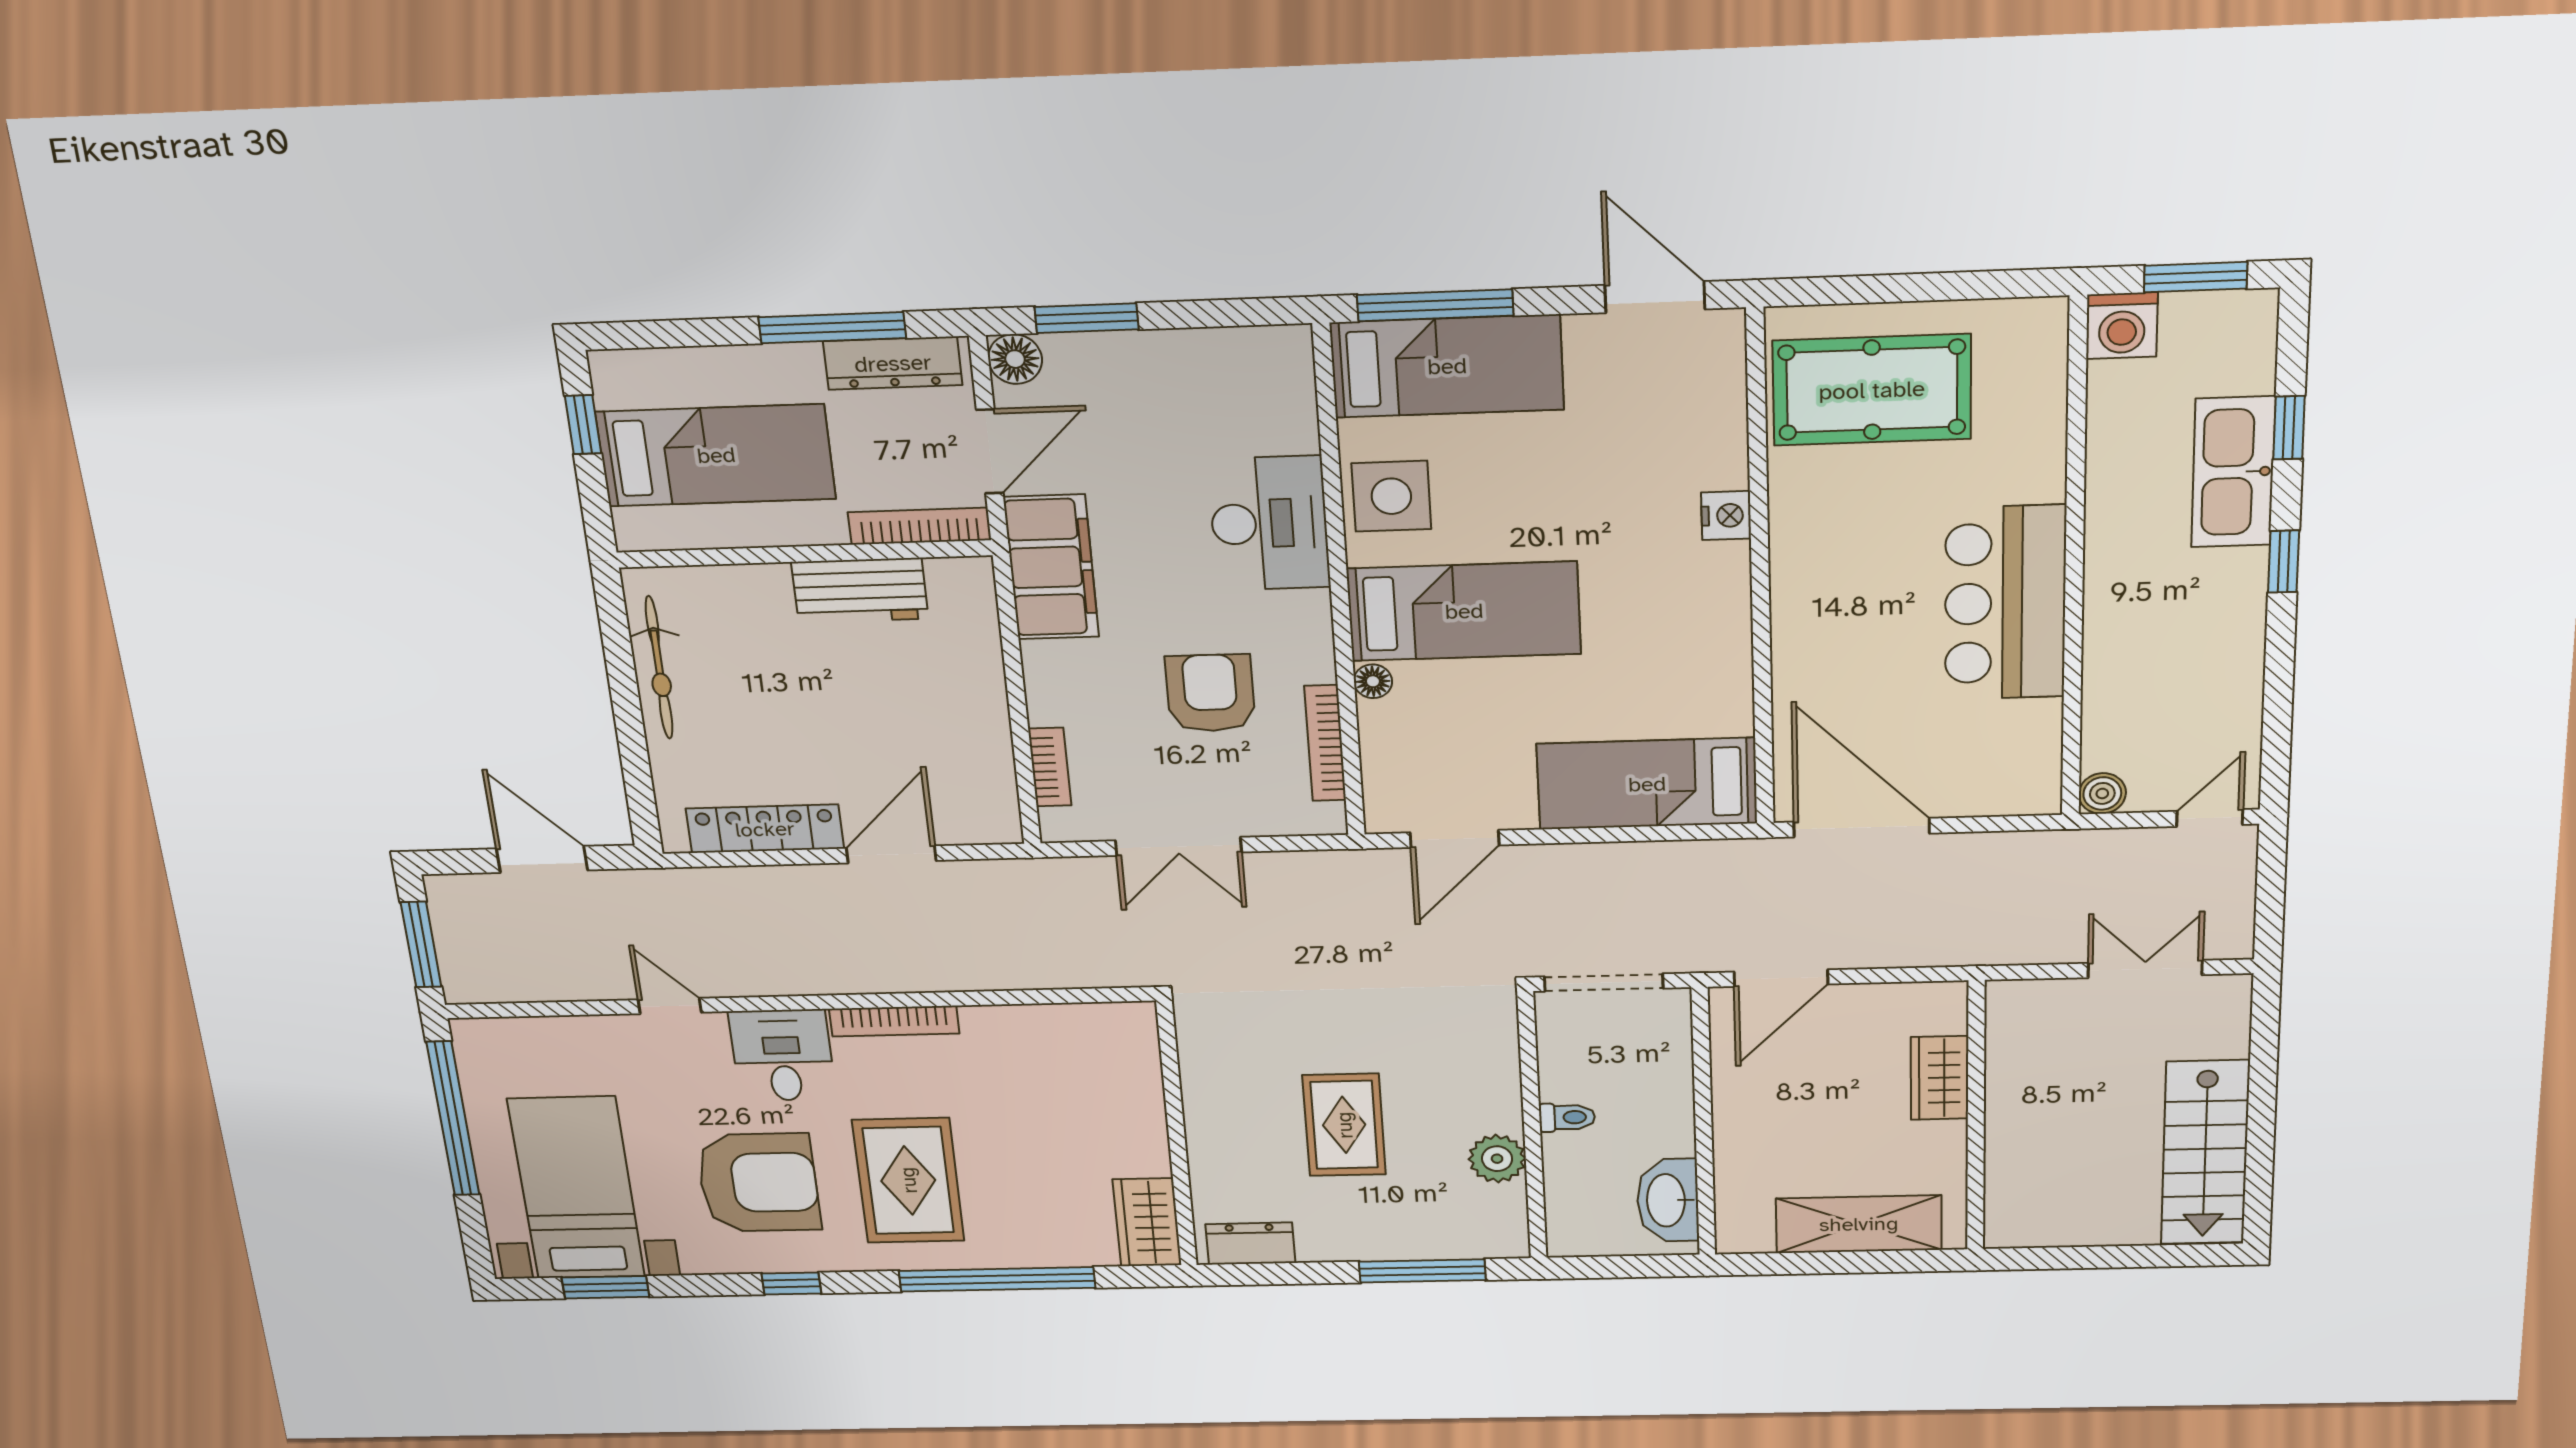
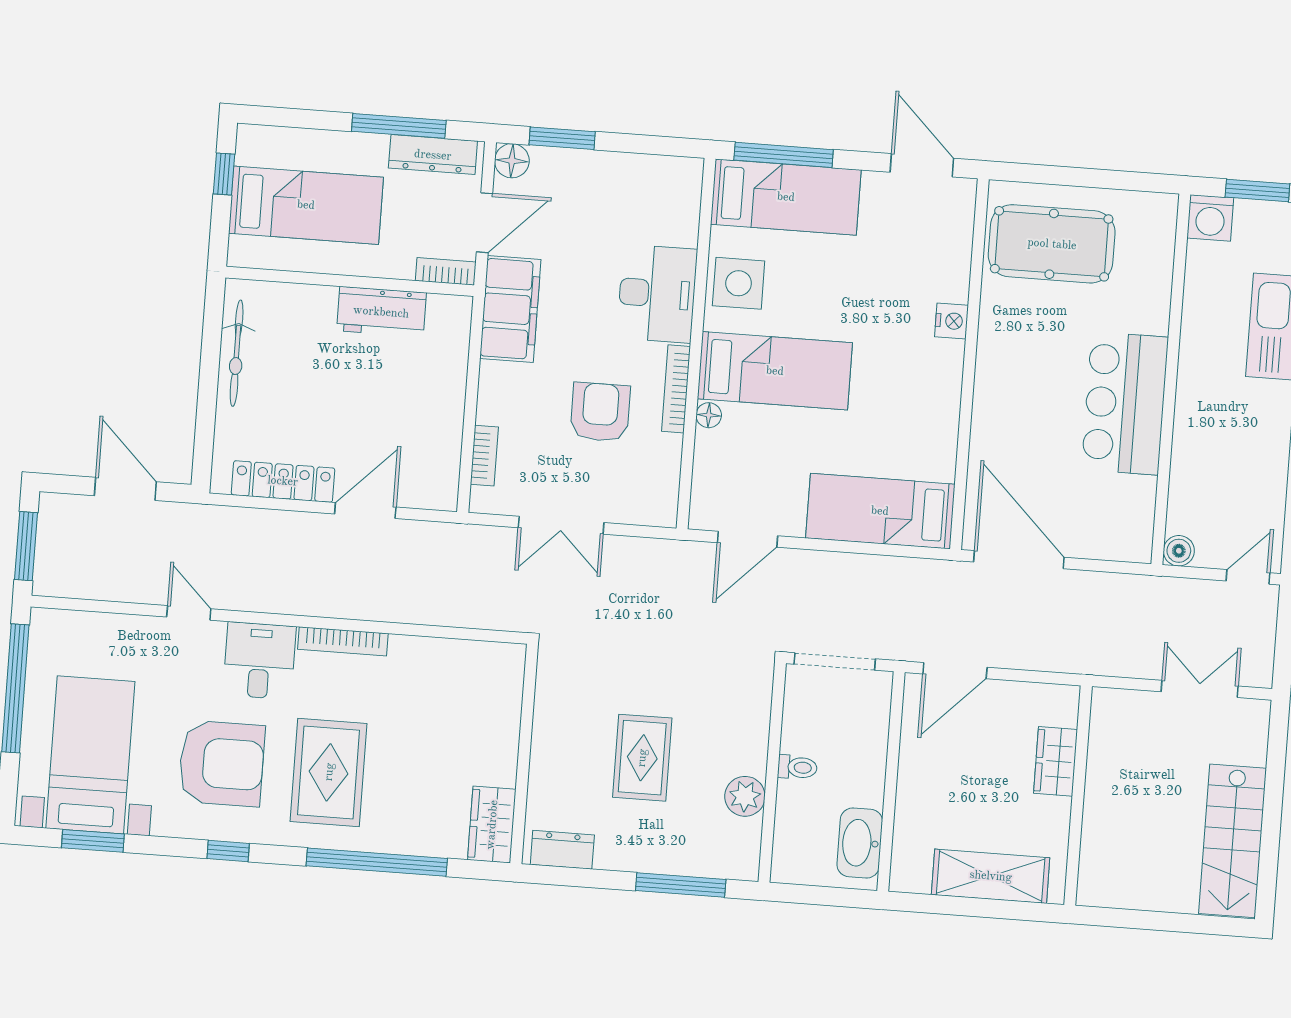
bookcase: (919, 526) -> (446, 271), width x0.64
bookcase: (1325, 743) -> (676, 389), moved

